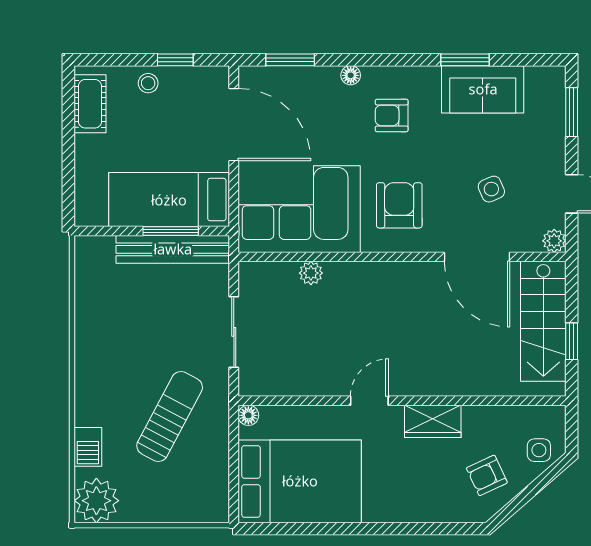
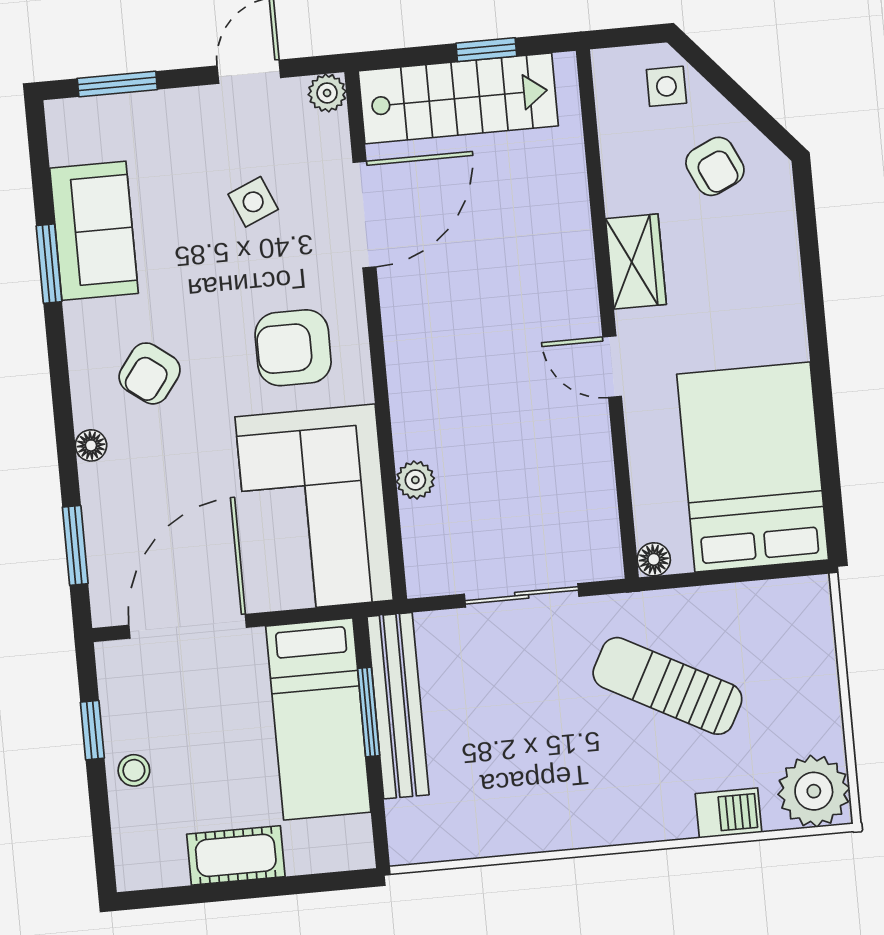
cot: (90, 104) -> (236, 855), moved
armchair: (392, 115) -> (150, 373), turned 37

